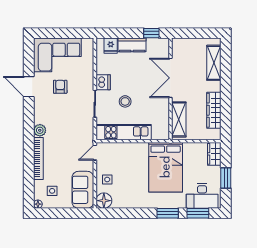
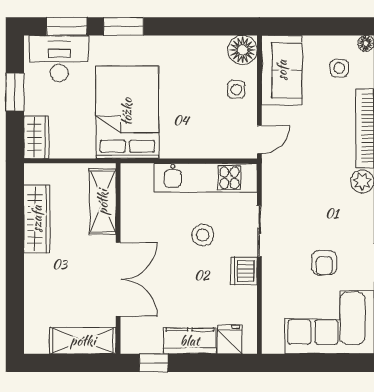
shelving: (214, 63) -> (83, 341), moved, turned 90

